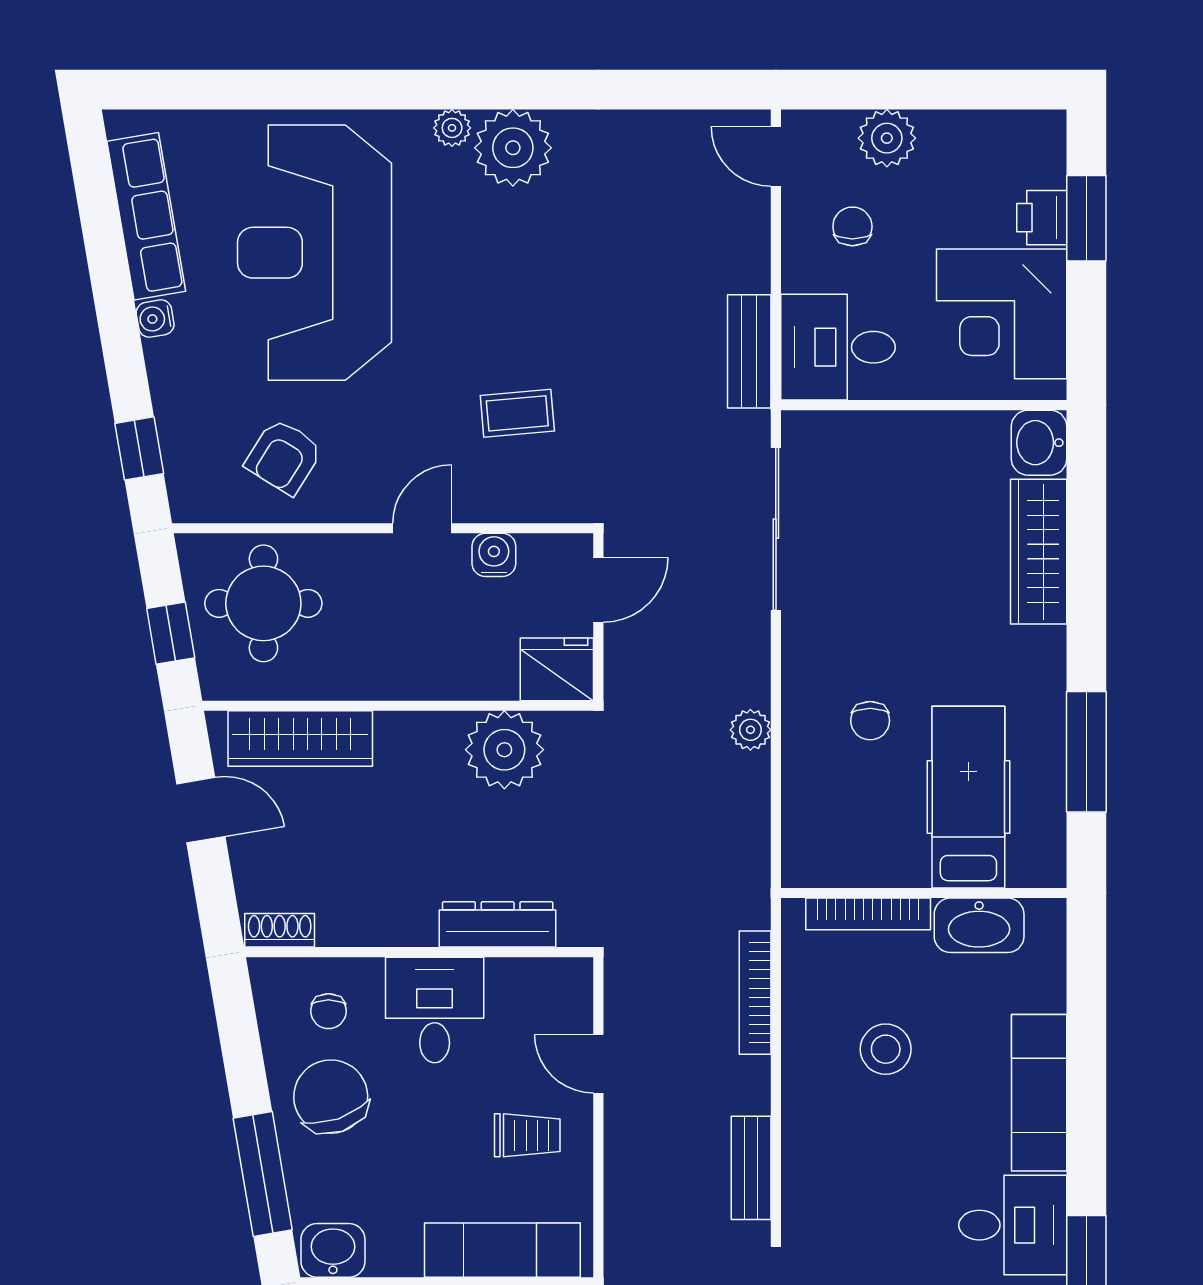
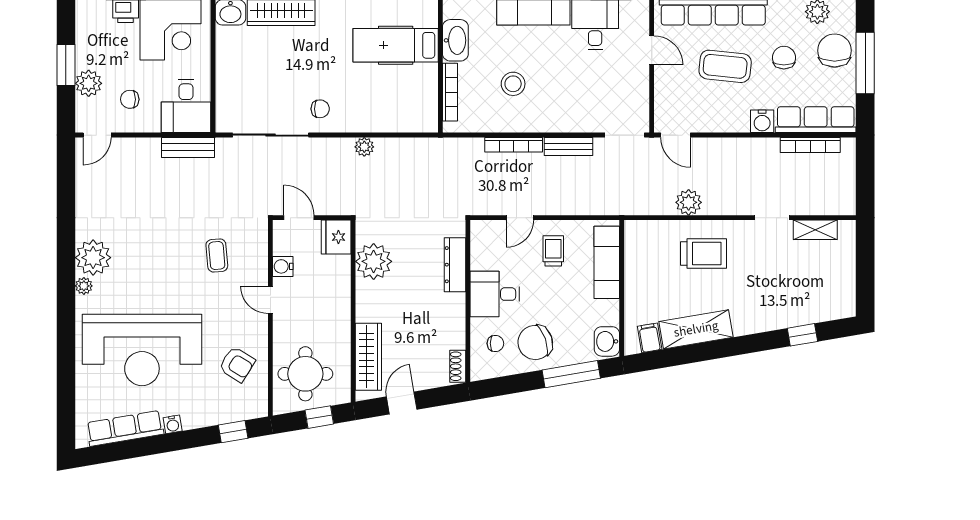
window: (926, 90) -> (66, 65), added
chair: (870, 721) -> (320, 109), moved
bookcase: (755, 993) -> (514, 145), moved

